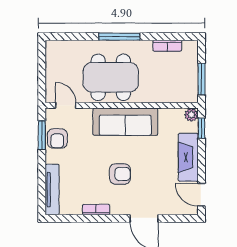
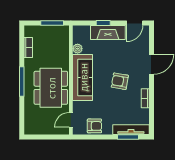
plant: (191, 115) -> (78, 49), moved
window: (202, 128) -> (103, 23), moved
window: (42, 135) -> (128, 137), moved
armchair: (120, 174) -> (120, 81), turned -80

